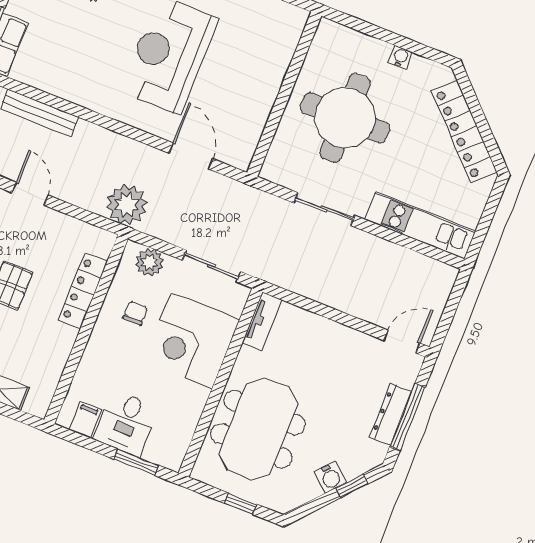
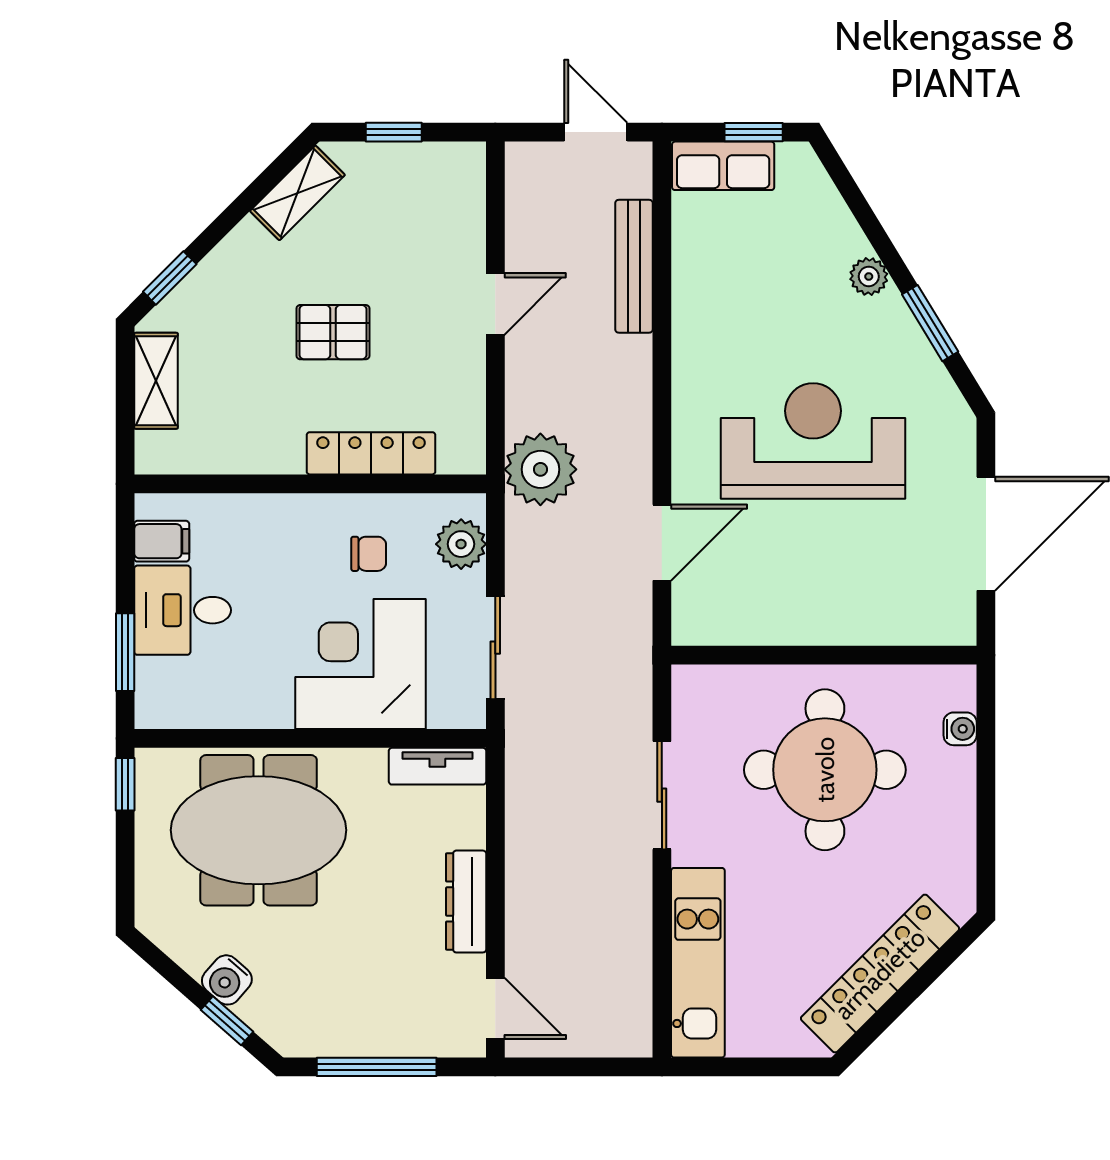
water cooler: (401, 57) -> (960, 729), moved
dresser: (391, 414) -> (466, 902), moved, turned -90
window: (241, 504) -> (125, 784), moved

